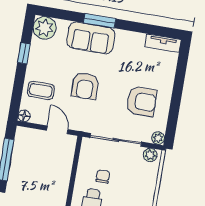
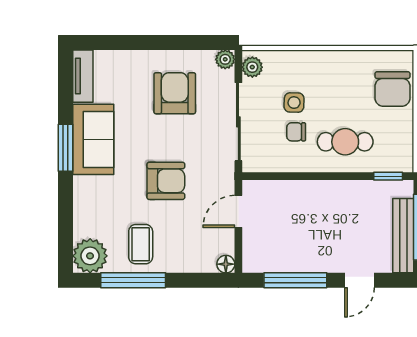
window: (100, 21) -> (66, 148), moved
sofa: (91, 38) -> (93, 139), moved
window: (24, 53) -> (133, 280), width x2.17
coffee table: (41, 90) -> (141, 244), moved
side table: (122, 178) -> (294, 103), added

